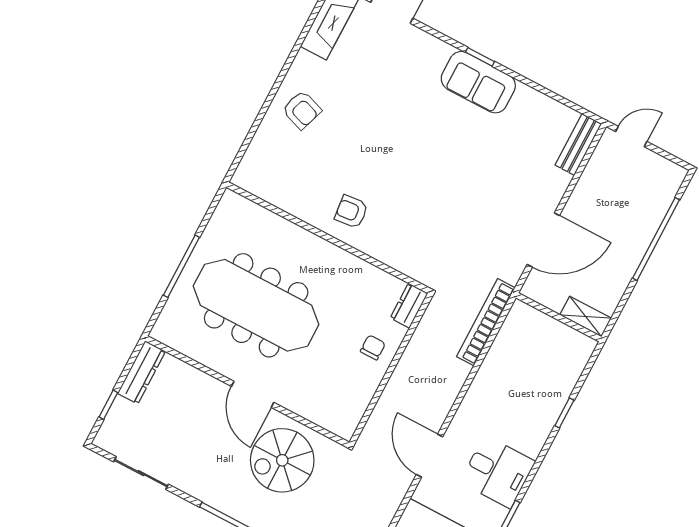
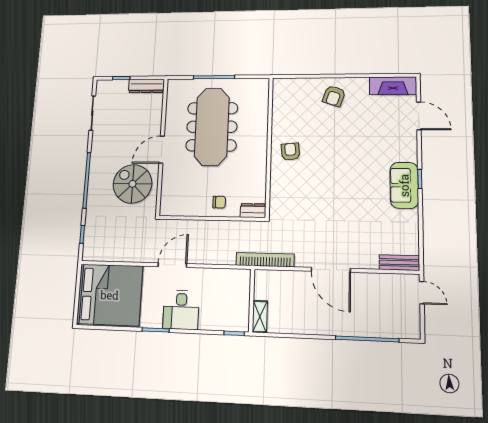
wall: (559, 317) -> (252, 300), moved
shelving: (586, 317) -> (260, 317), moved

